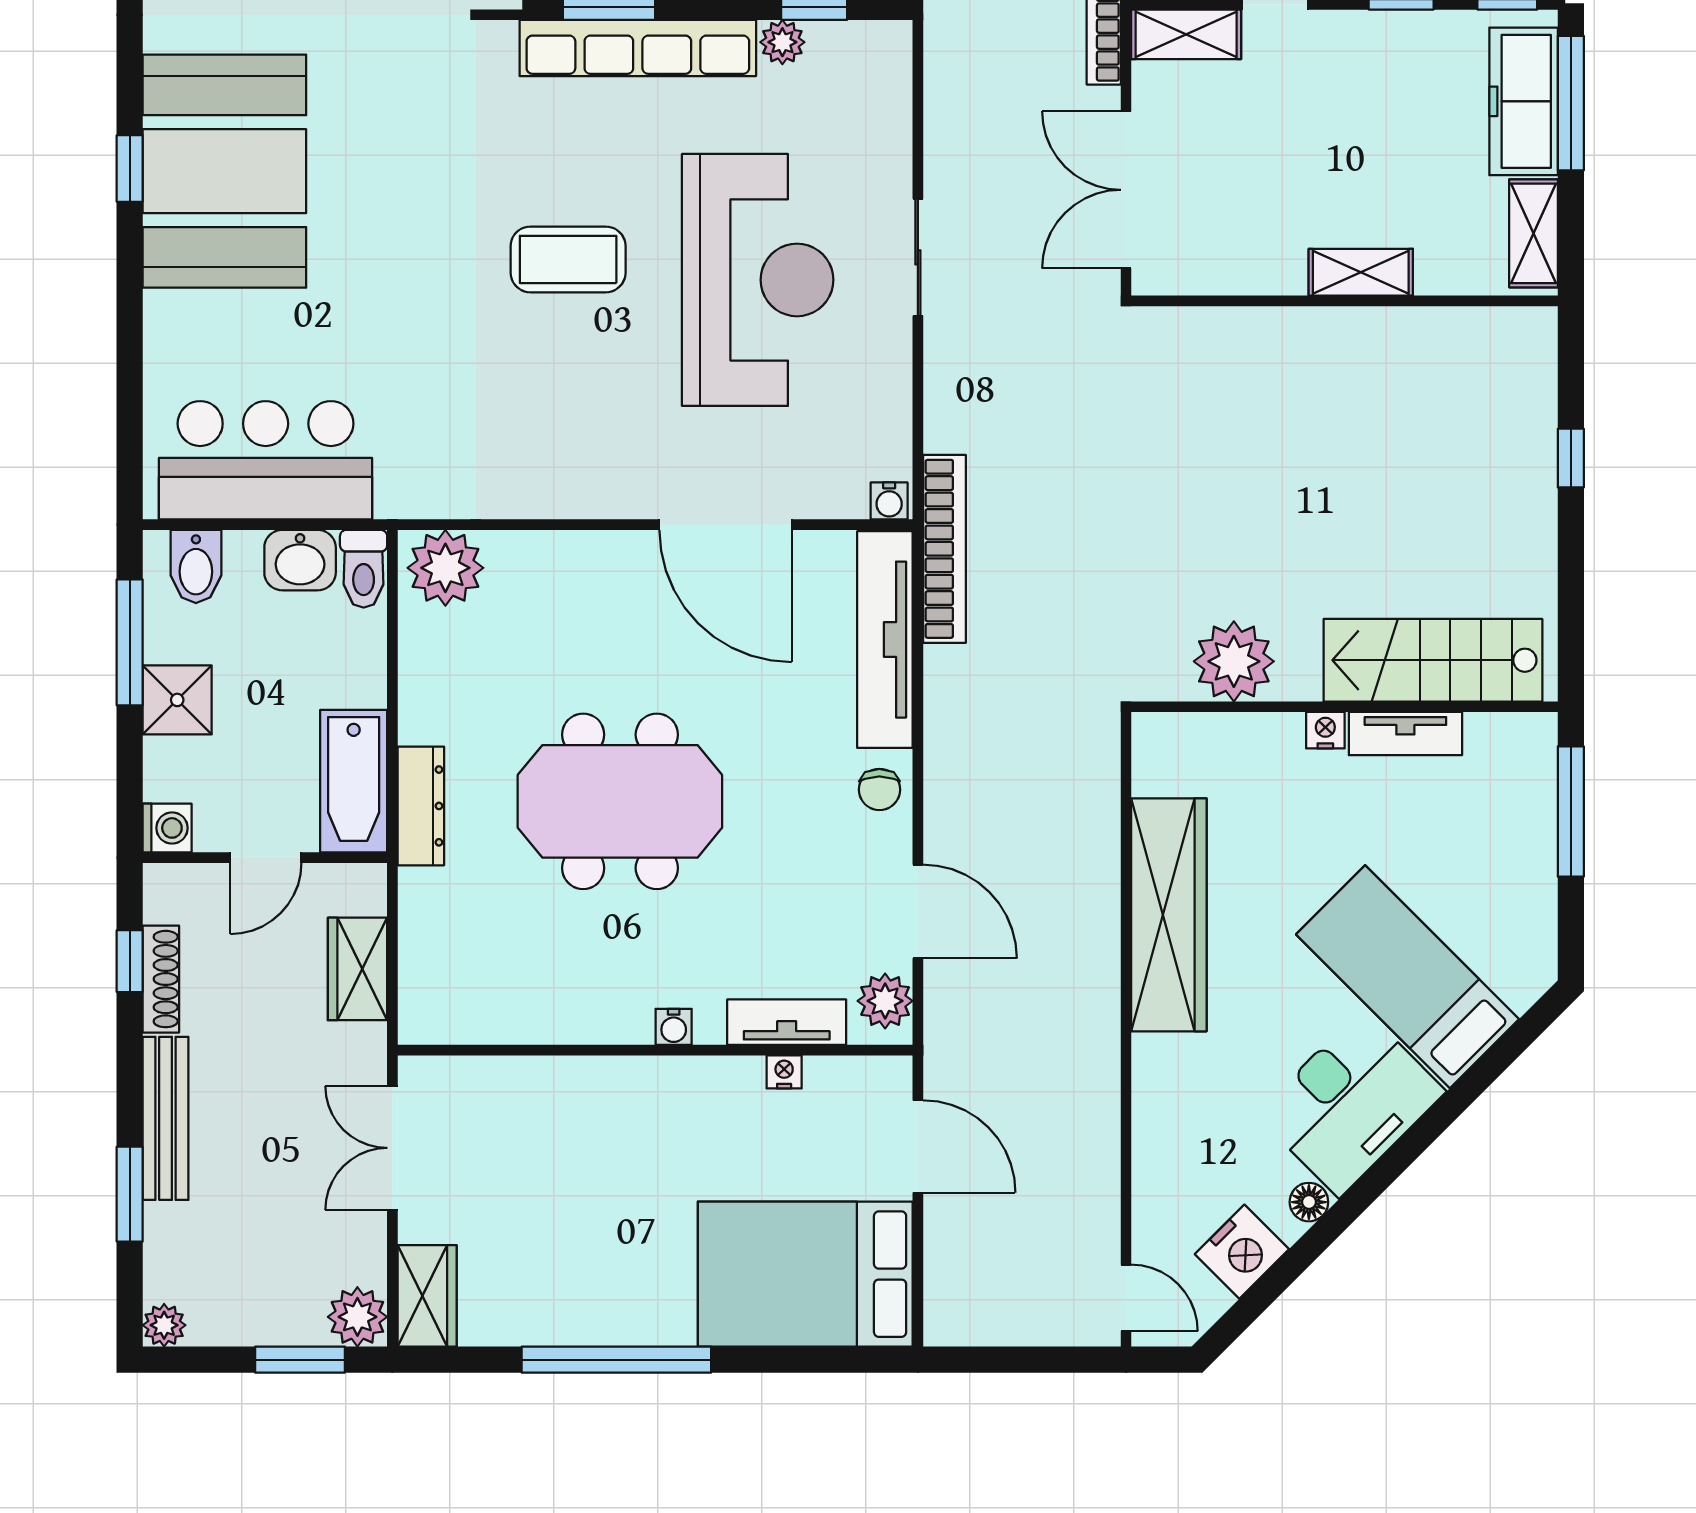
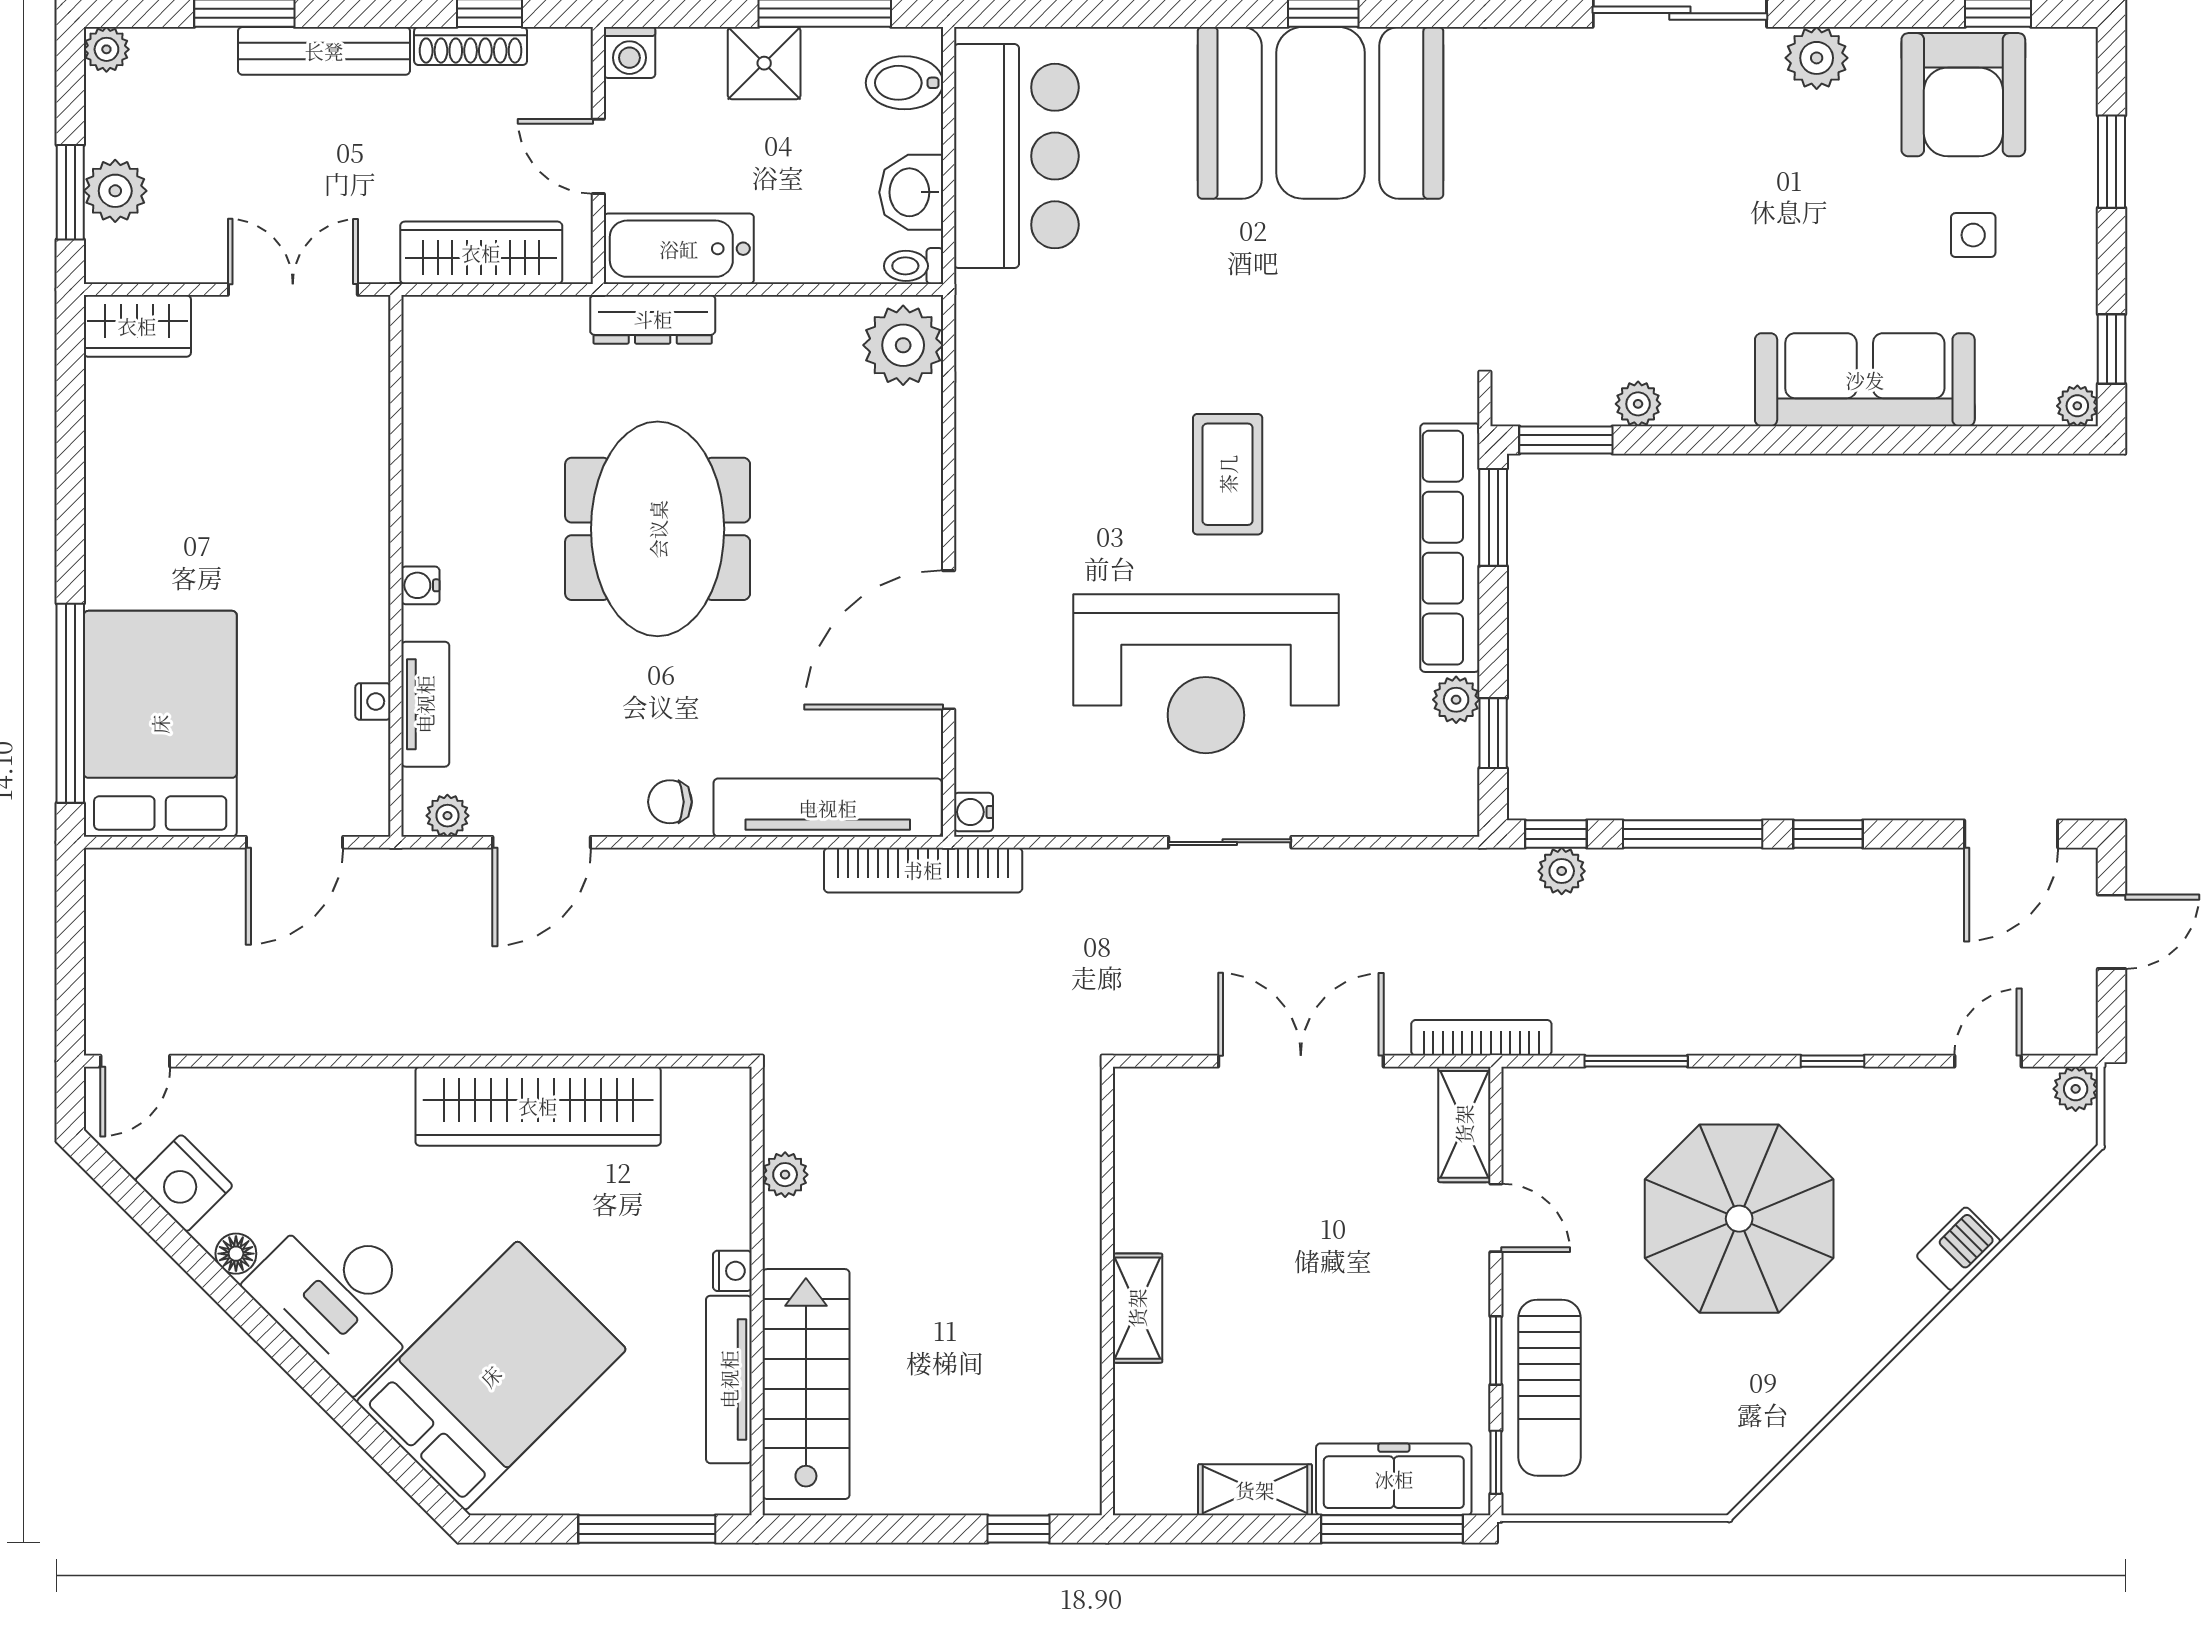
shelving: (1361, 272) -> (1137, 1308), moved
wall: (1344, 301) -> (1107, 1291), moved
toilet: (364, 569) -> (914, 266), width x0.73, depth x0.72
plant: (1234, 661) -> (785, 1175), width x0.53, depth x0.53
tv unit: (1405, 734) -> (729, 1379), width x1.41
wardrobe: (357, 969) -> (481, 253), width x1.50
bed: (1408, 977) -> (491, 1376), width x1.50
plant: (885, 1001) -> (447, 816), width x0.73, depth x0.73
plant: (357, 1317) -> (115, 191), moved
window: (616, 1360) -> (70, 703), moved

